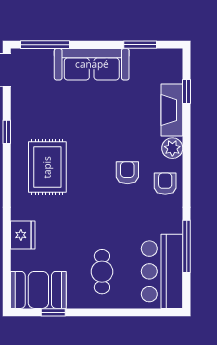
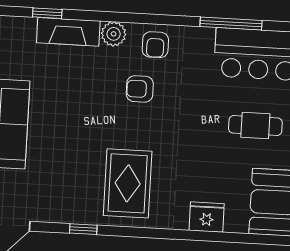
rug: (47, 167) -> (128, 183), turned 90
armchair: (165, 184) -> (155, 45), turned -90

